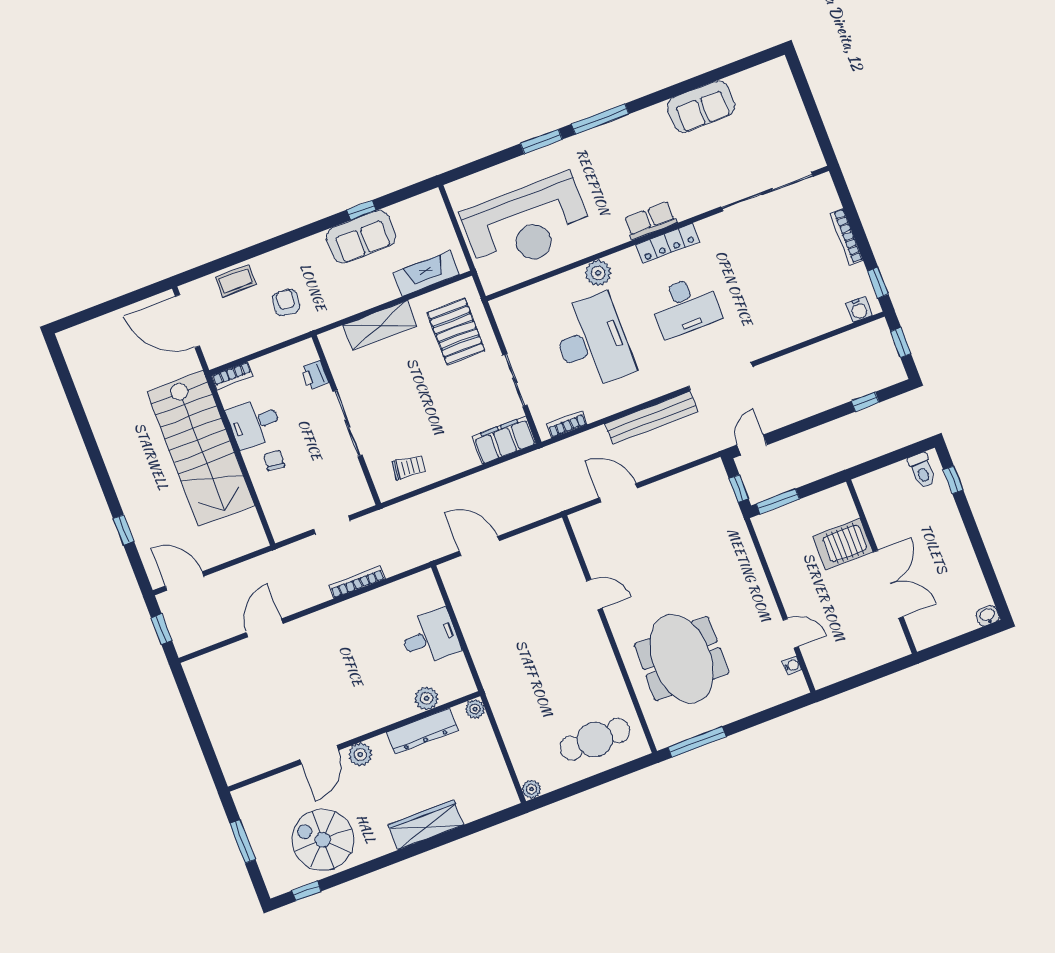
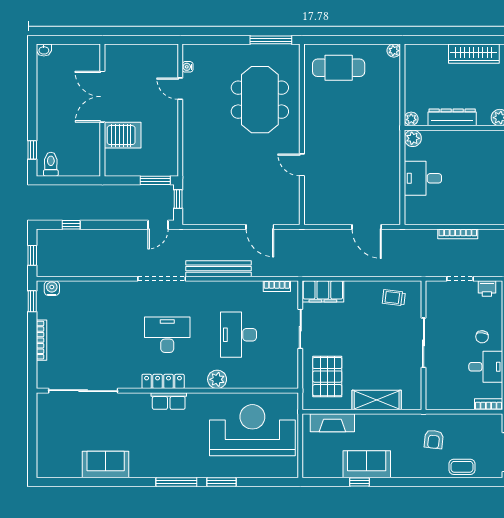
desk: (592, 342) -> (239, 335), width x0.73, depth x0.77
printer: (314, 375) -> (487, 289), moved, turned 90
plant: (427, 698) -> (413, 138), moved

